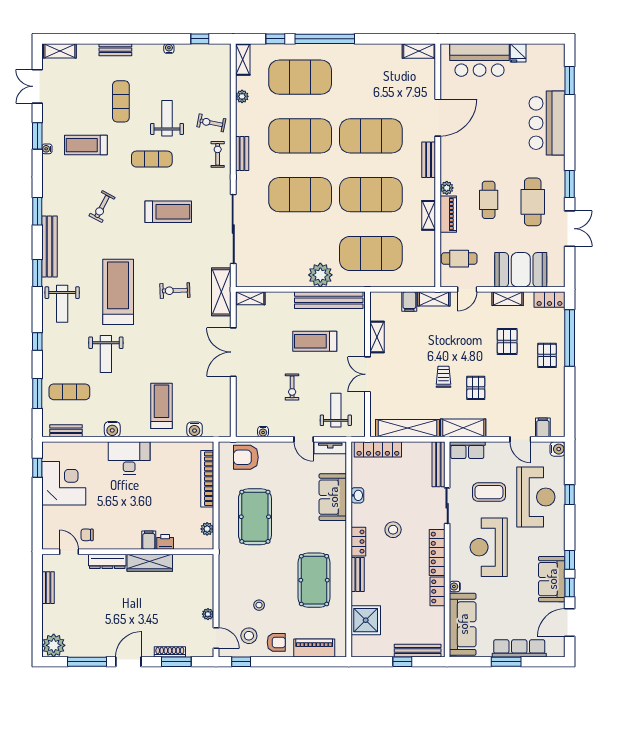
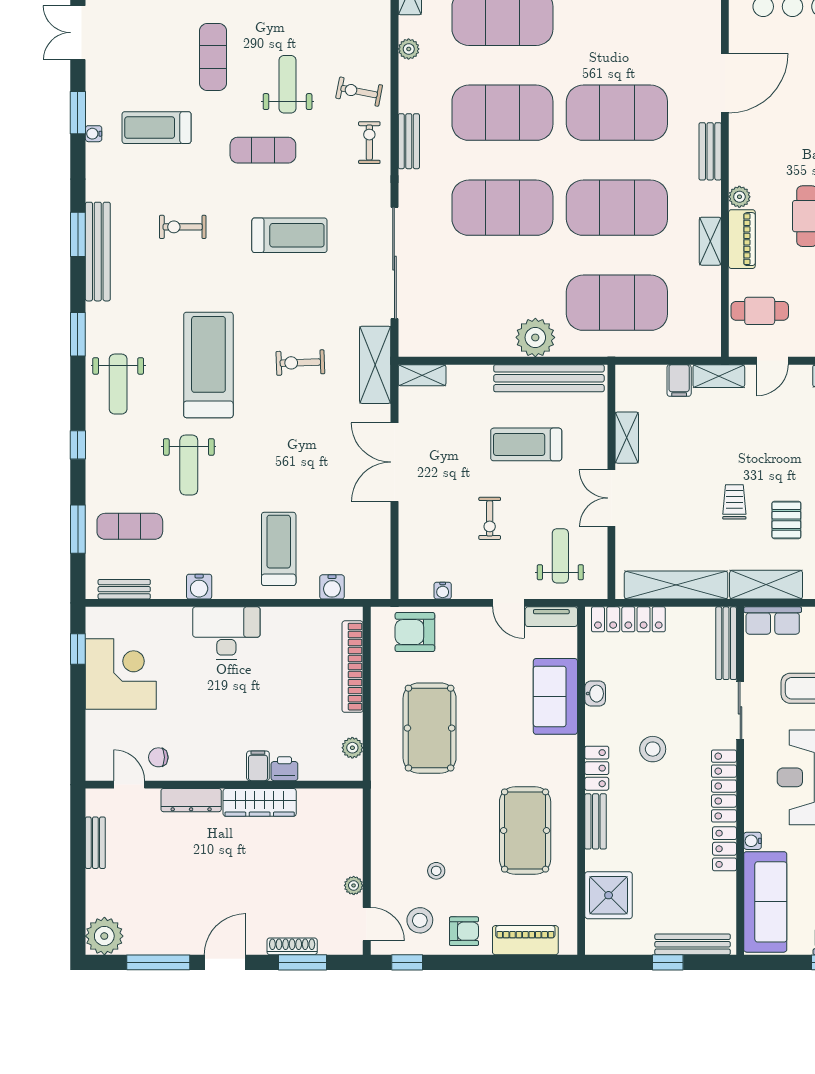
exercise bike: (102, 207) -> (183, 227), turned 62
bench: (50, 247) -> (98, 252), moved

